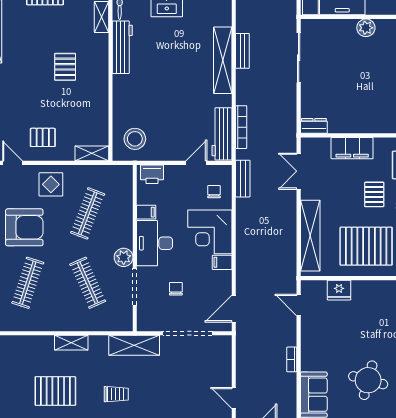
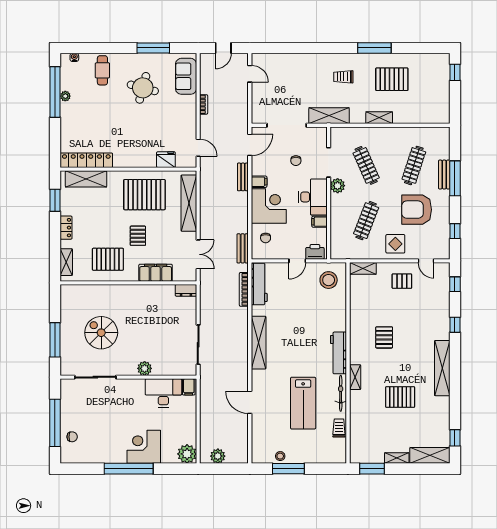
bench: (242, 51) -> (243, 177), moved
door: (196, 163) -> (297, 261), moved

